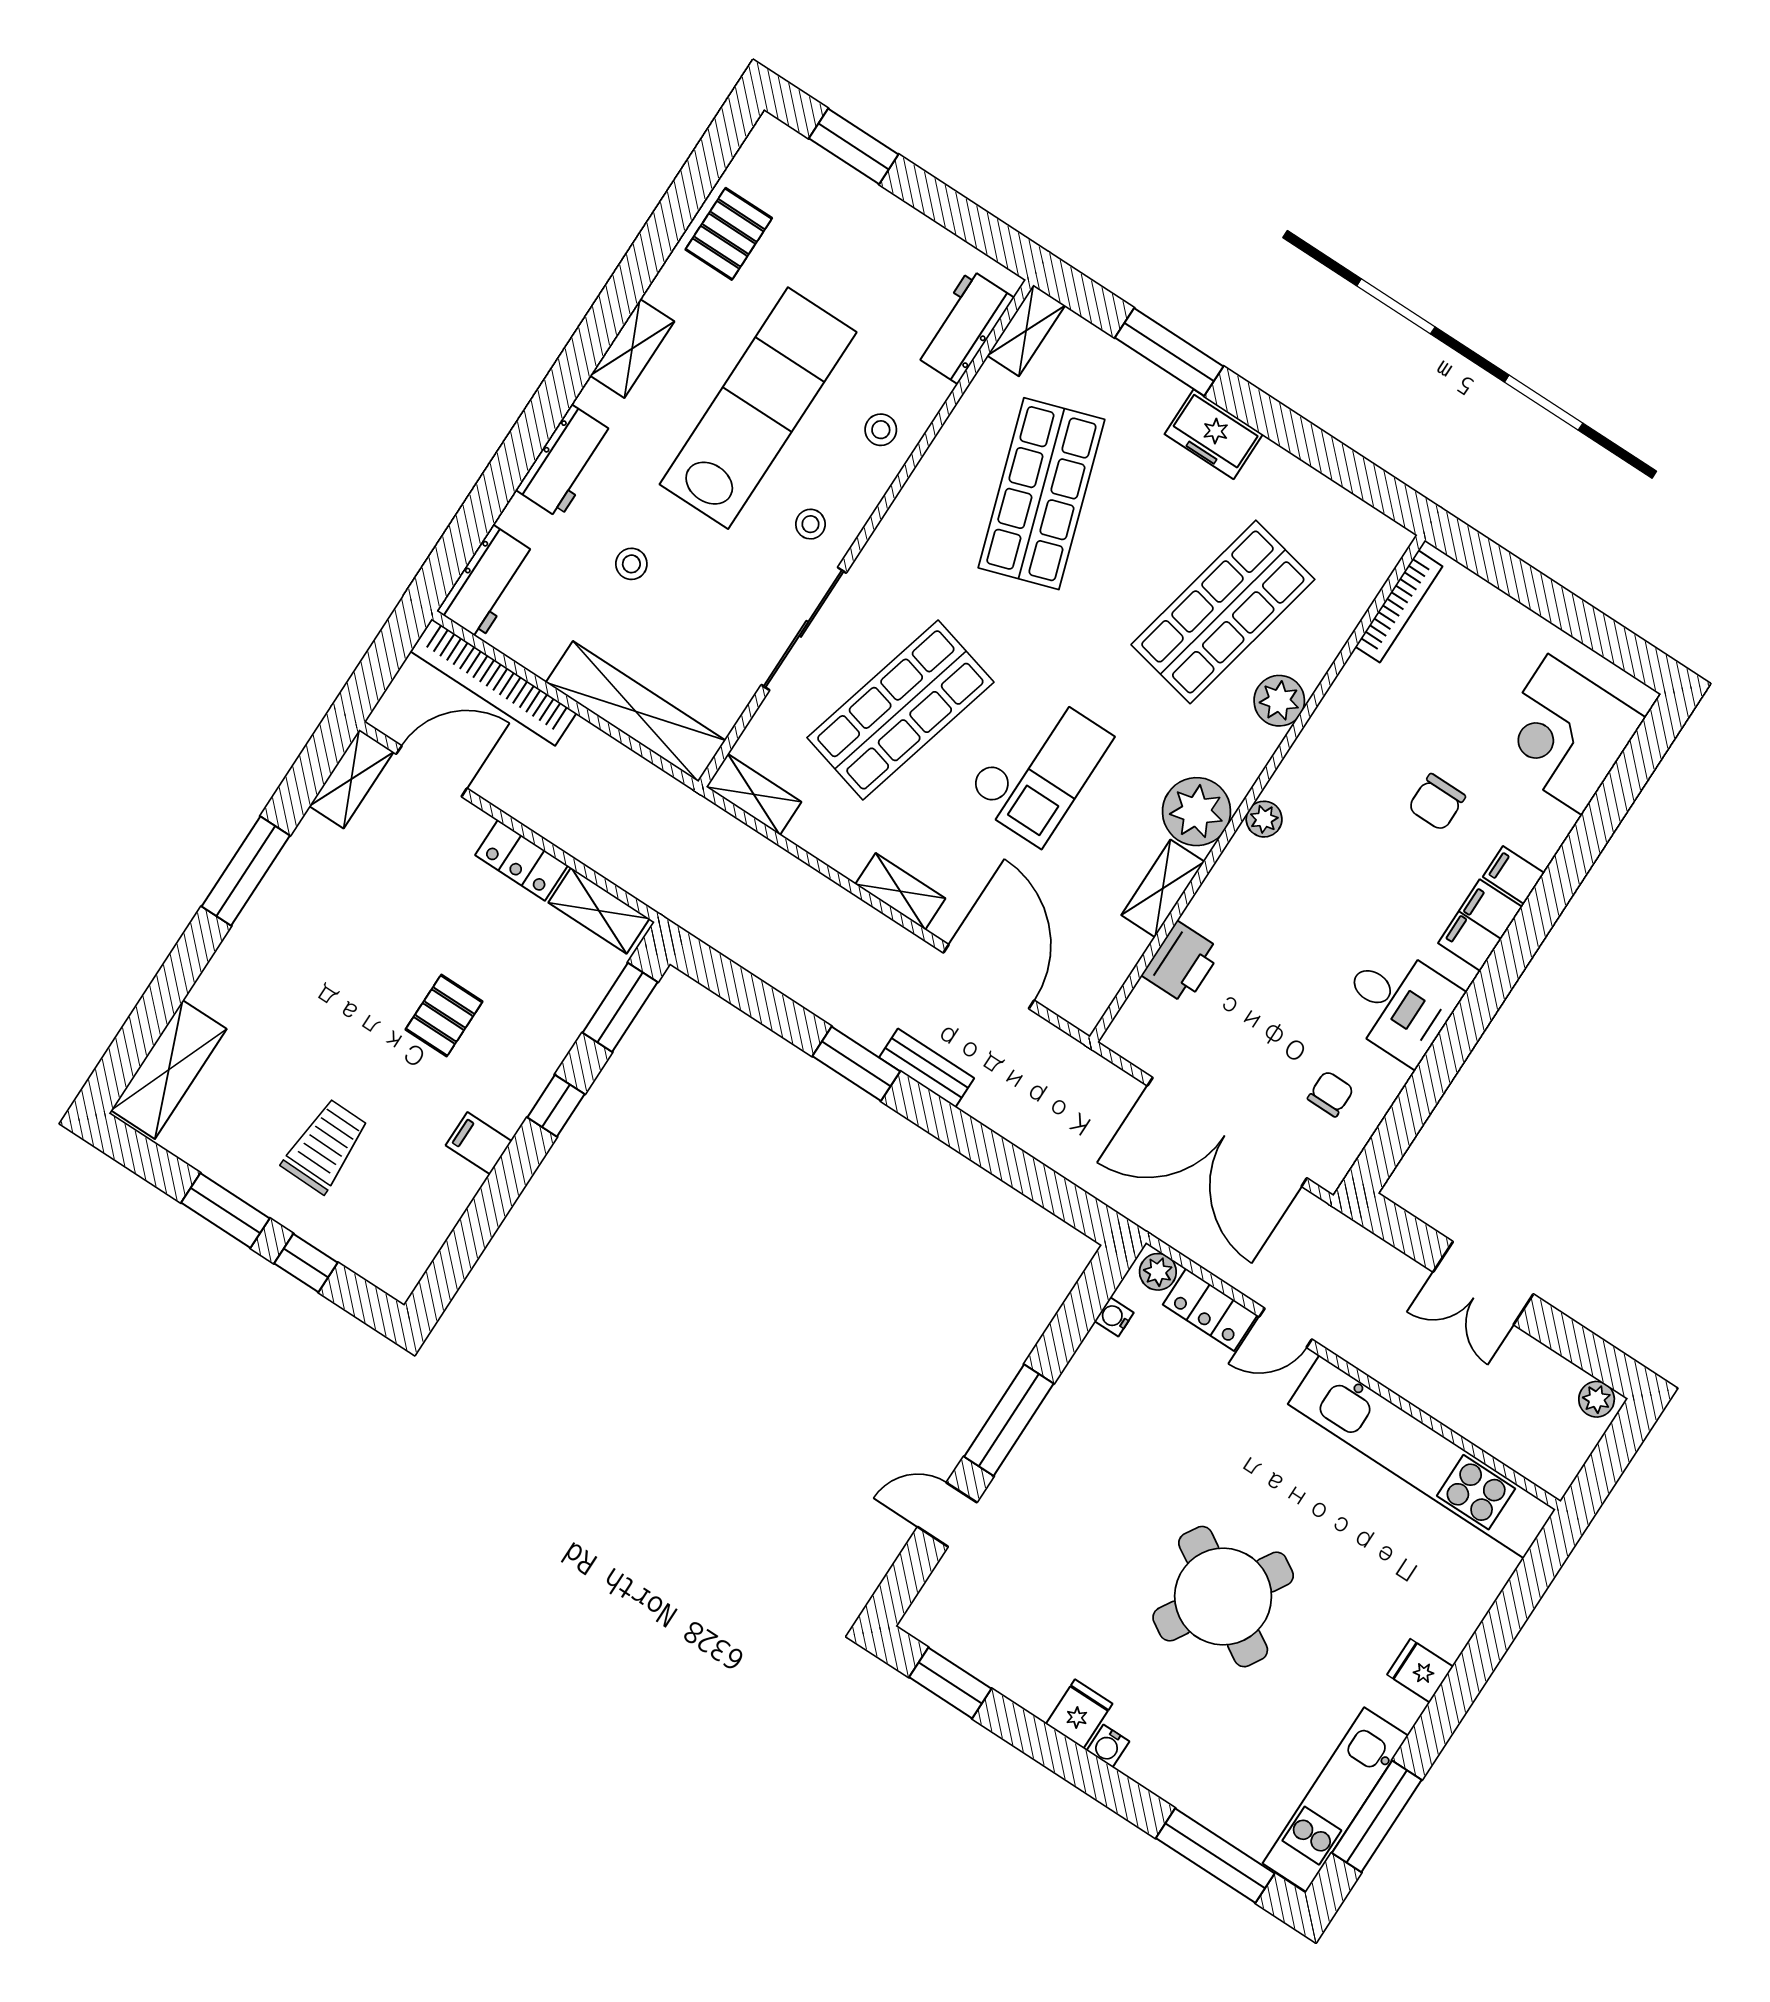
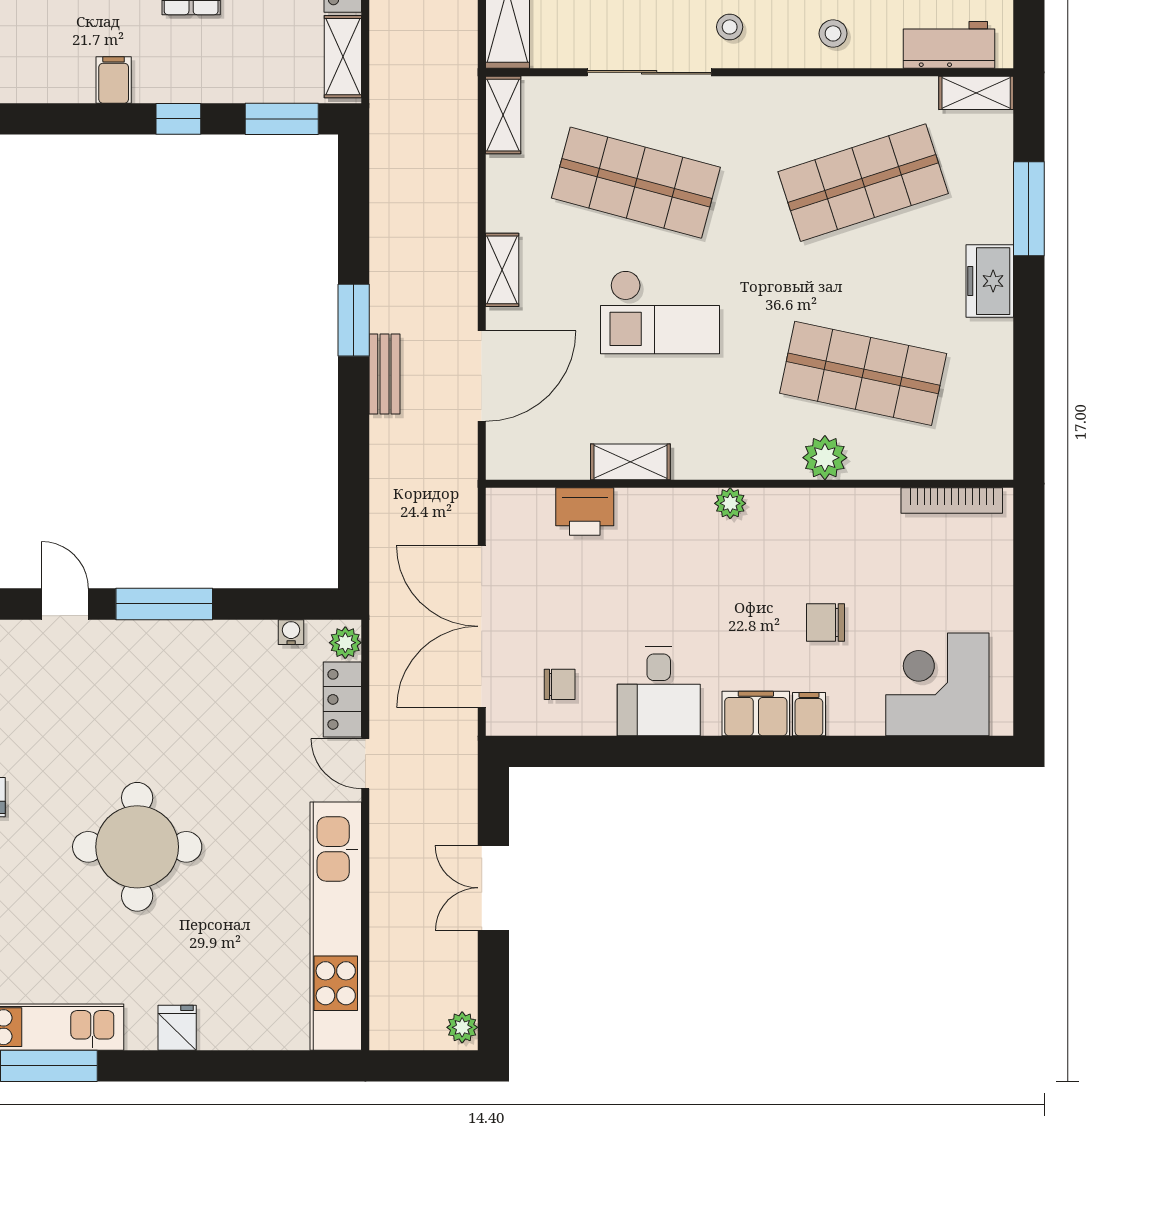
plant: (1197, 812) -> (703, 450), removed
round table: (1223, 1597) -> (137, 847), turned -31

